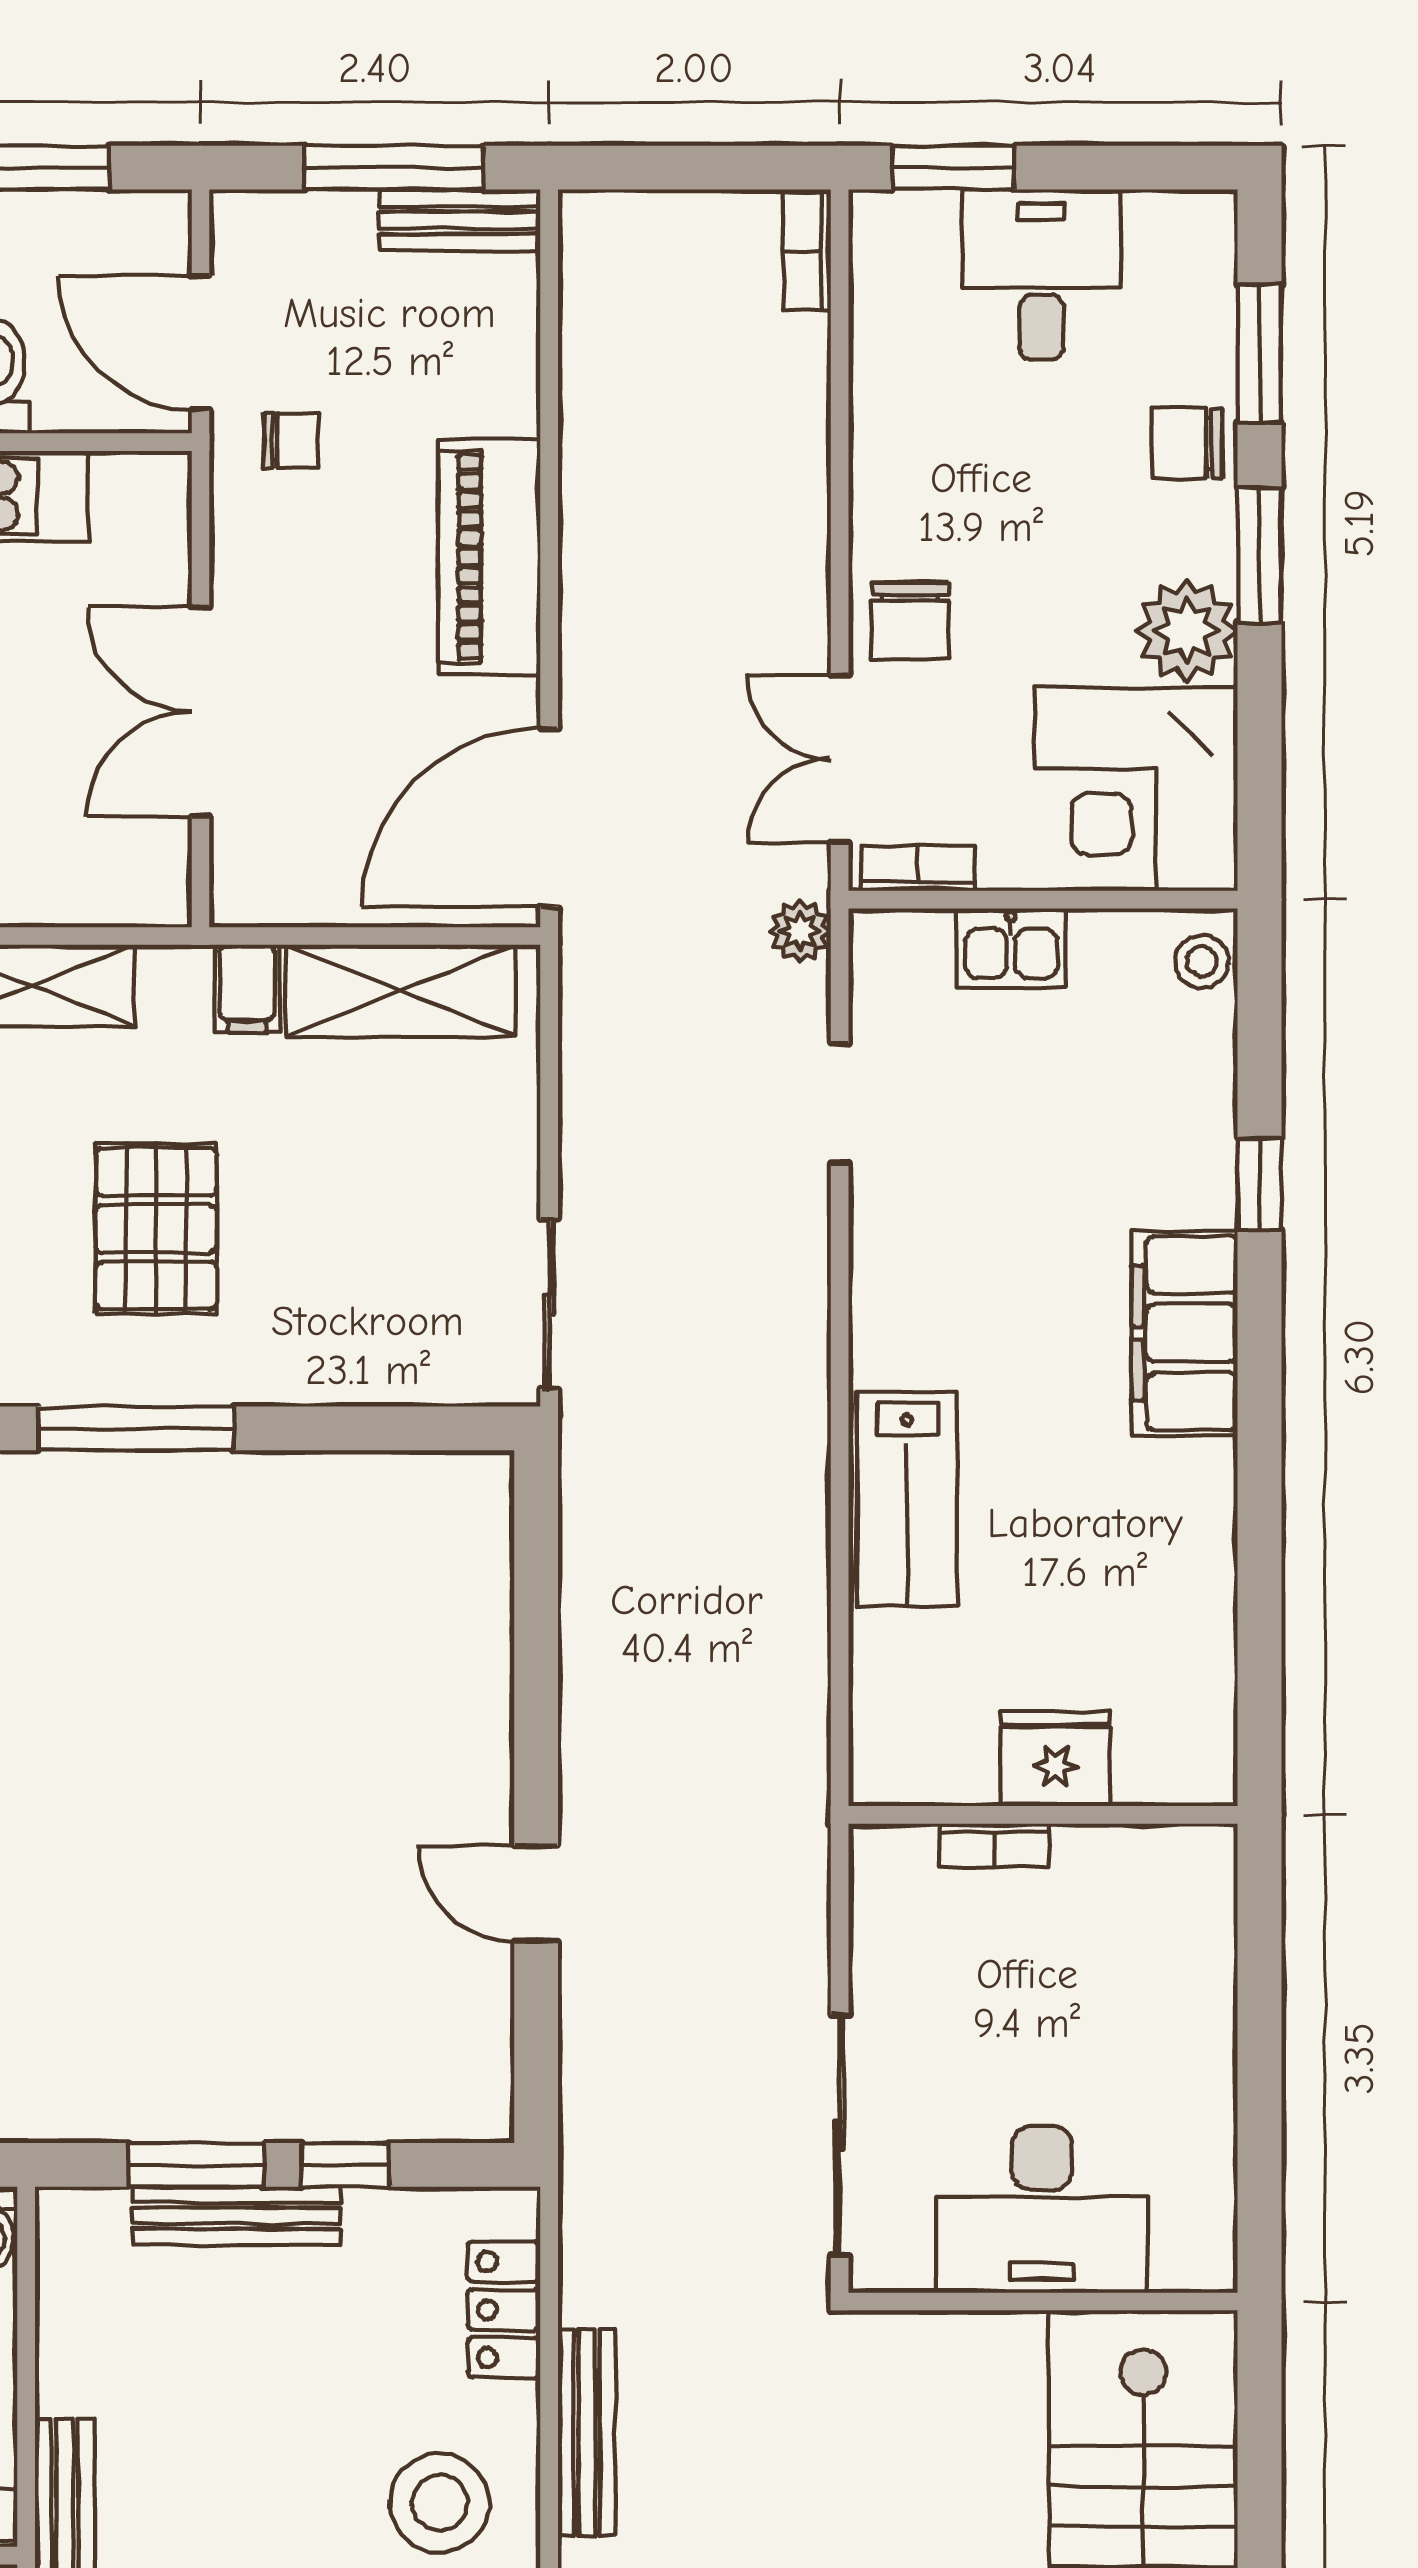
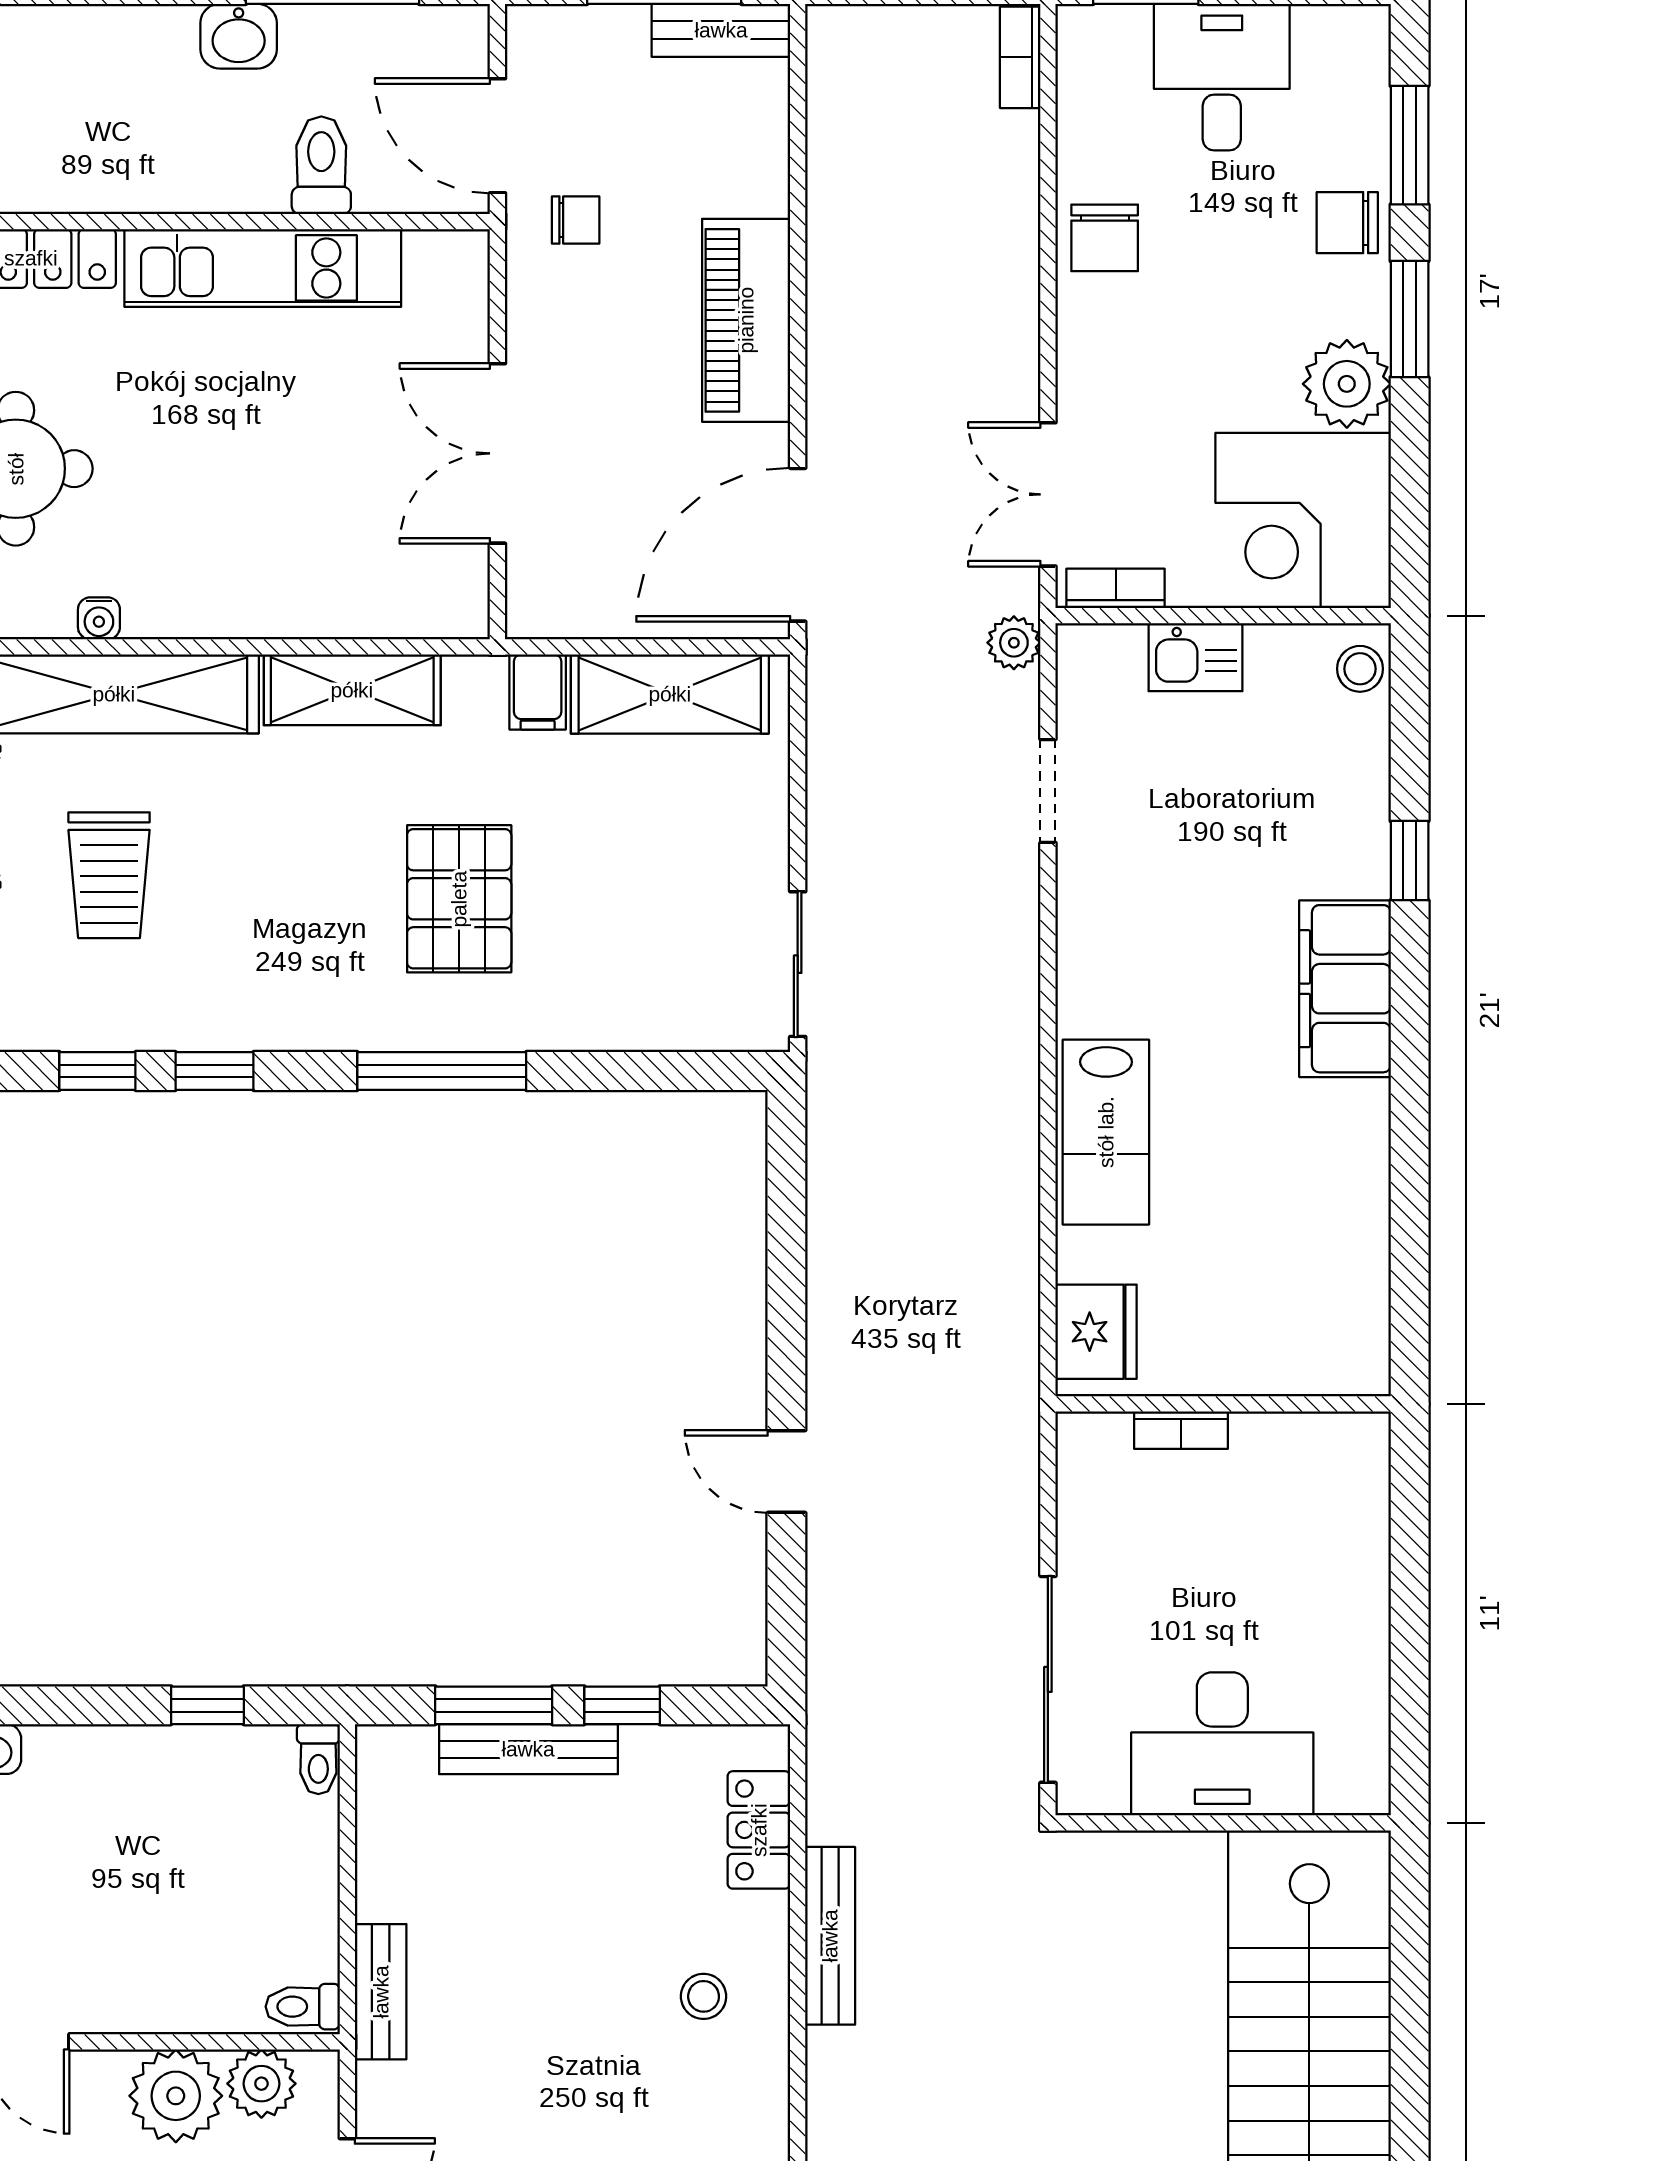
chair: (910, 621) -> (1105, 238), moved
fridge: (1056, 1759) -> (1096, 1332), moved, turned 90
stool: (440, 2503) -> (704, 1996), width x0.53, depth x0.53

